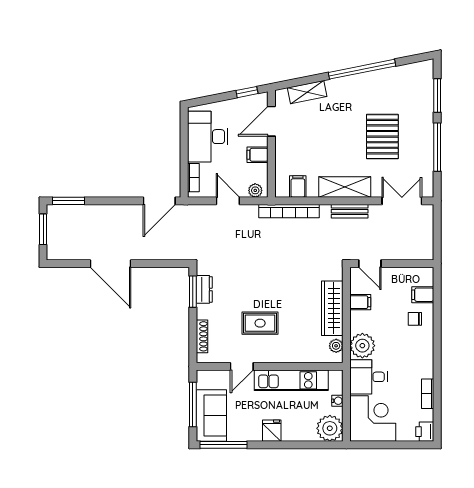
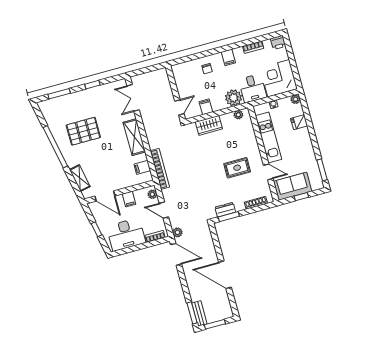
window: (247, 92) -> (97, 229), moved
pallet: (382, 137) -> (83, 131), moved
window: (437, 147) -> (92, 85), width x0.46
door: (228, 201) -> (164, 210), hinge flipped
bench: (350, 211) -> (199, 313), moved
plant: (190, 212) -> (177, 232), added
door: (110, 264) -> (225, 275), swing flipped
filing cabinet: (423, 295) -> (228, 57), moved
wardrobe: (332, 308) -> (209, 125), width x0.67
rug: (260, 323) -> (237, 168), turned 90
window: (193, 405) -> (301, 197), width x0.46
sofa: (211, 415) -> (293, 186), moved
plant: (330, 428) -> (295, 99), width x0.53, depth x0.53
fridge: (272, 431) -> (299, 122), moved
window: (224, 445) -> (322, 170), width x0.69

